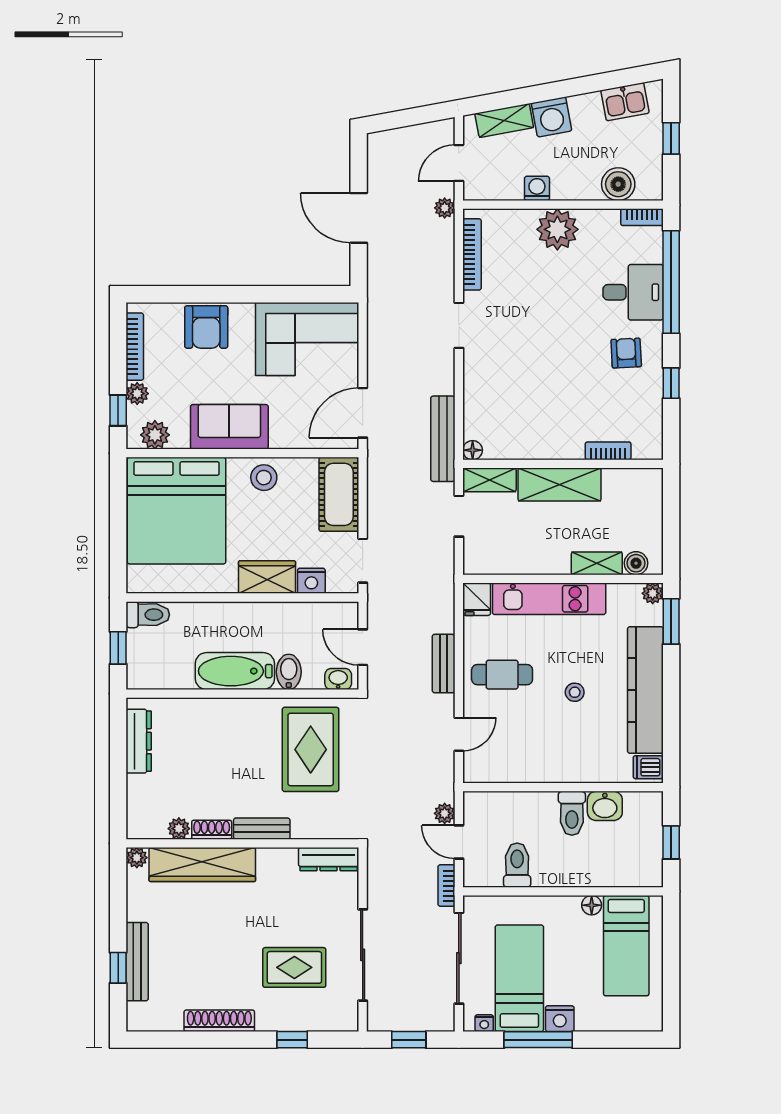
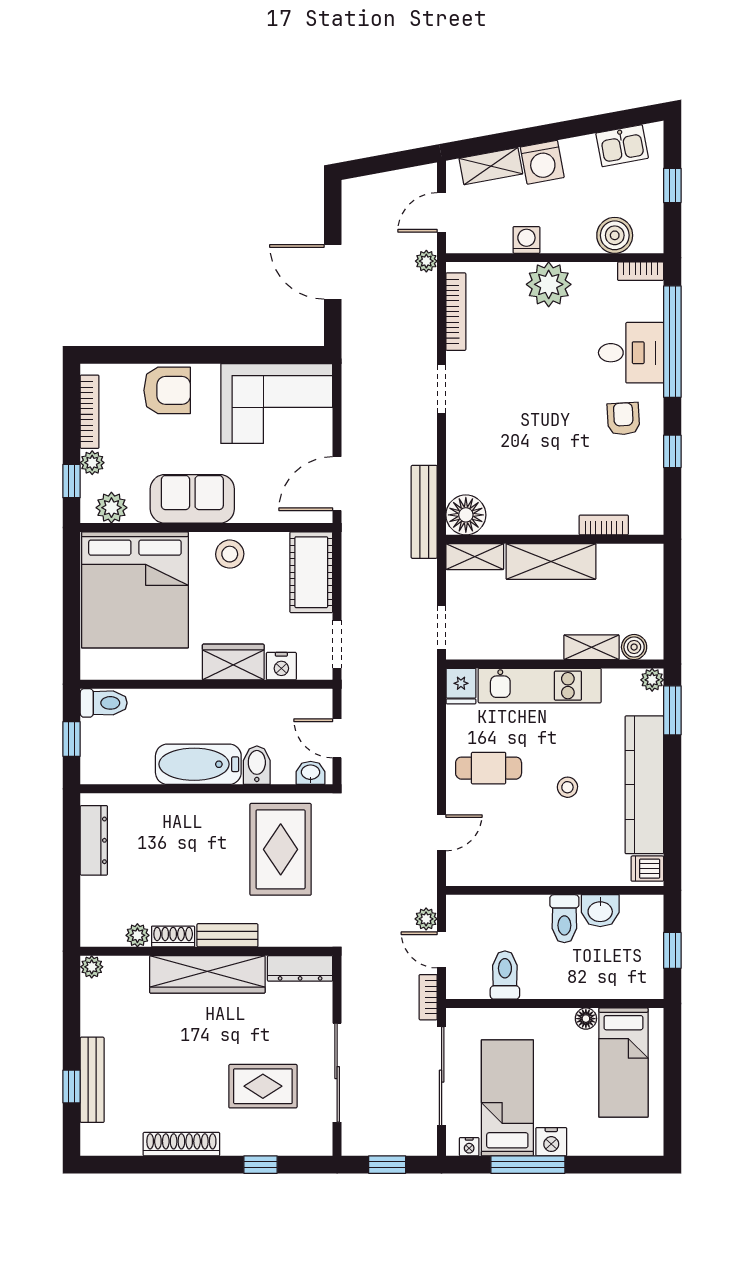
armchair: (206, 327) -> (167, 390), turned -90
floor lamp: (473, 450) -> (466, 515), width x1.89, depth x1.89
doorway: (459, 516) -> (442, 628), moved
bench: (444, 664) -> (425, 756), removed
wardrobe: (202, 865) -> (207, 974), moved

